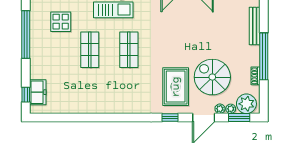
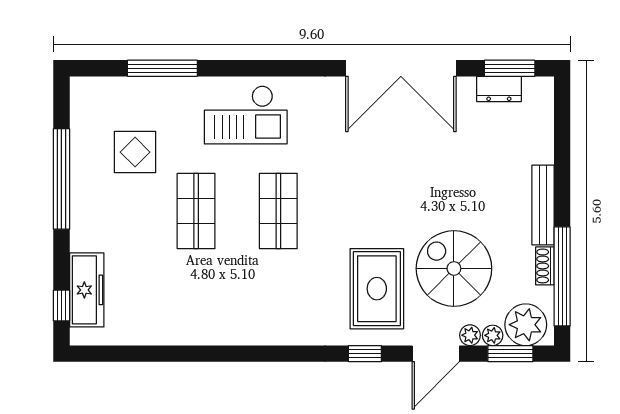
bench: (255, 26) -> (543, 205), moved
window: (264, 56) -> (562, 276), moved
freezer: (38, 92) -> (87, 290), width x1.40

